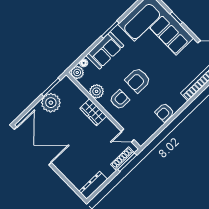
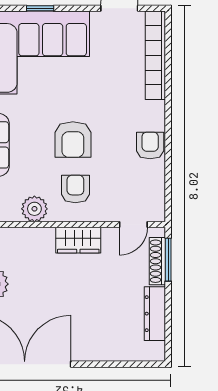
wardrobe: (93, 112) -> (78, 240), moved
armchair: (165, 112) -> (150, 145), turned 180
dresser: (93, 185) -> (155, 314), moved

